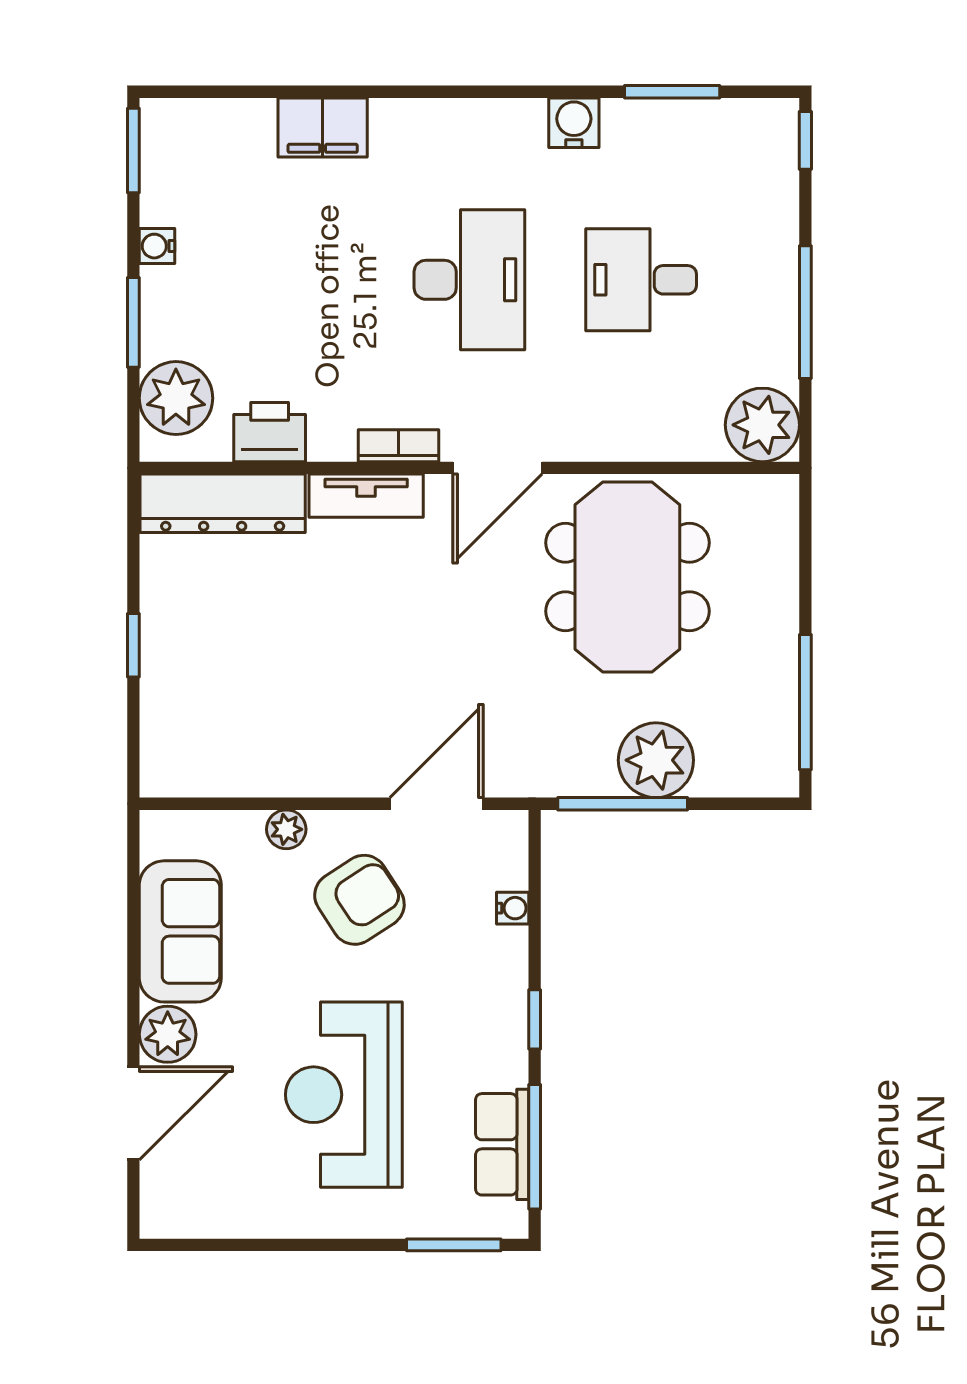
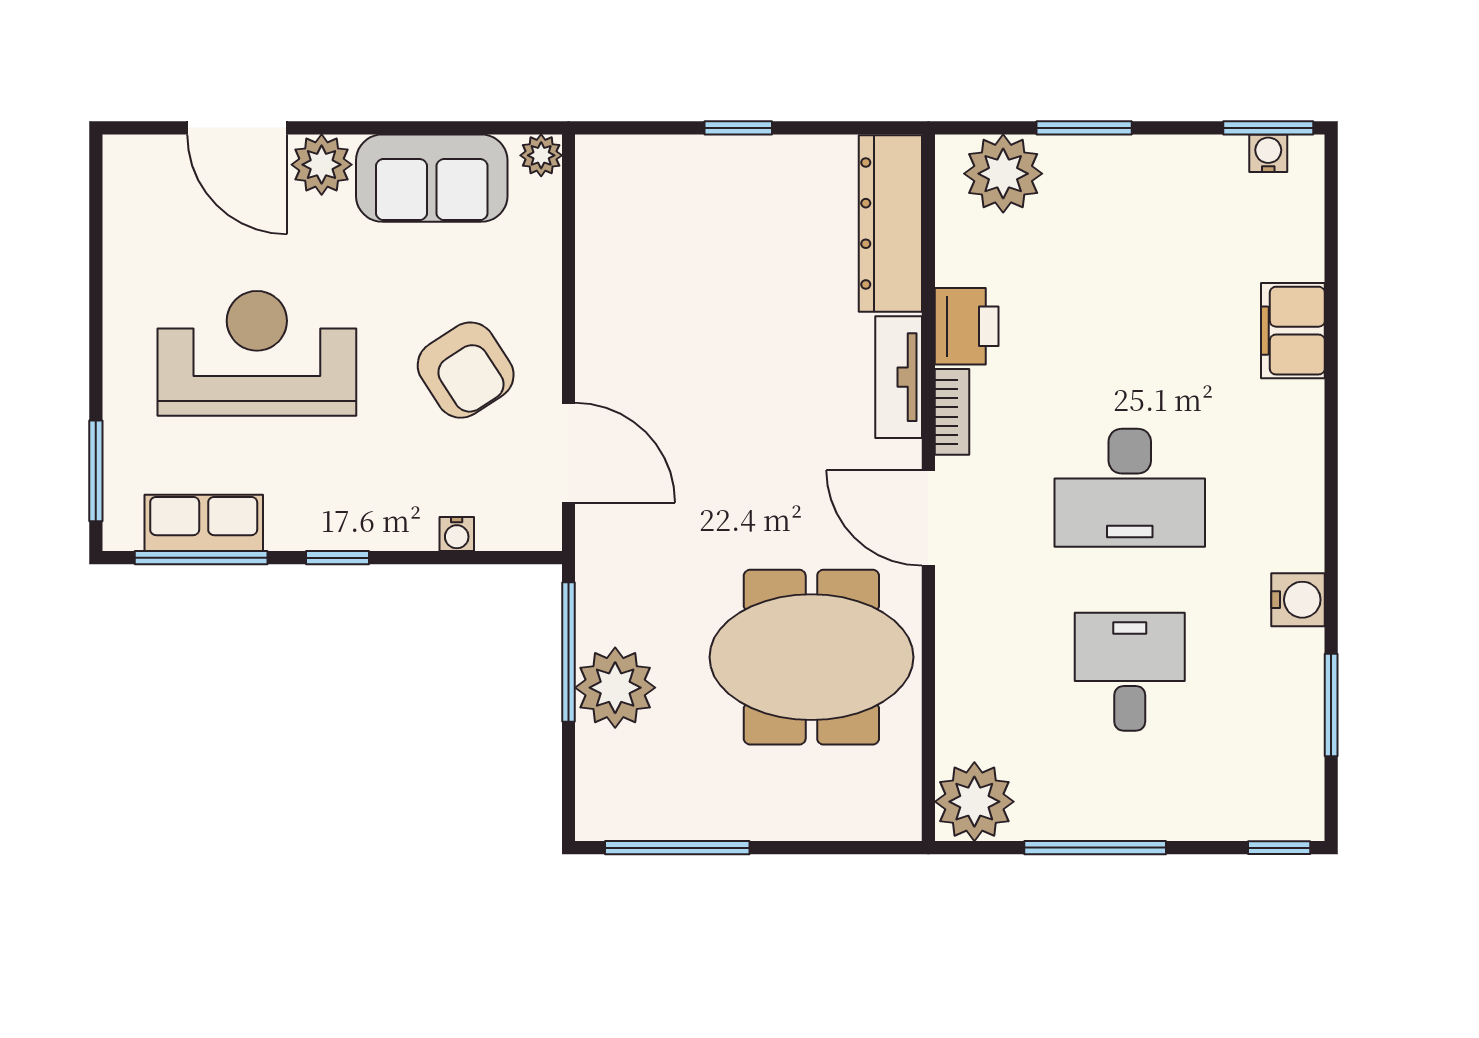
water cooler: (157, 246) -> (1268, 153), moved
printer: (270, 432) -> (967, 326), moved
plant: (286, 829) -> (541, 155), moved

